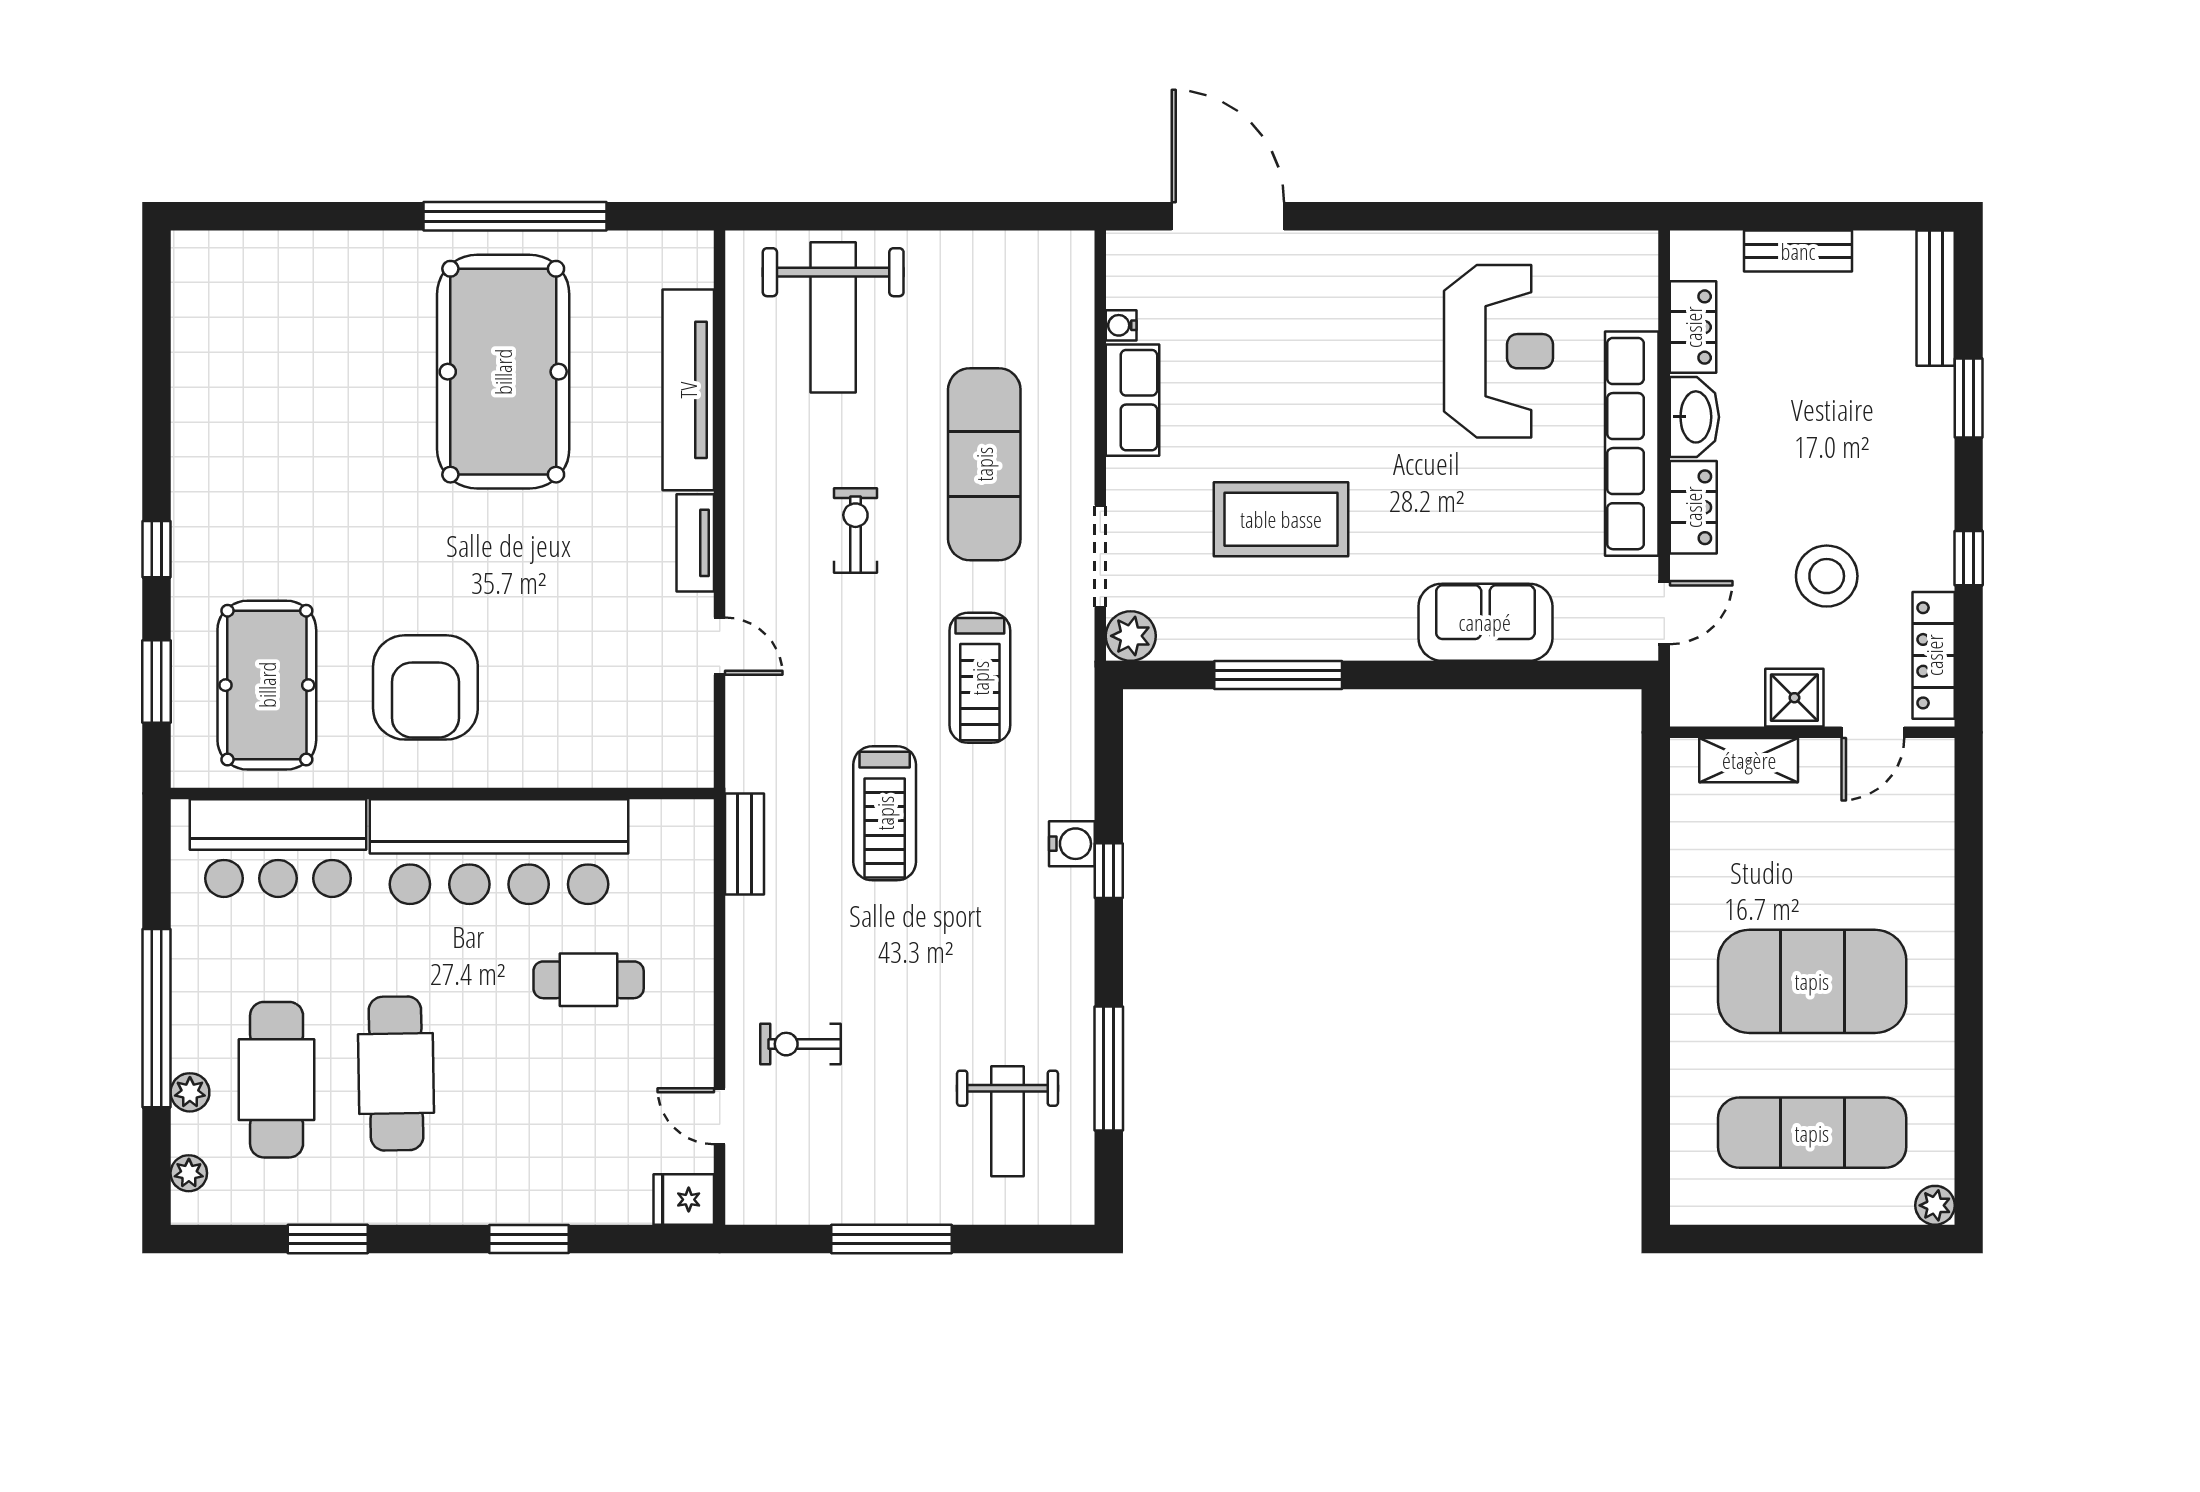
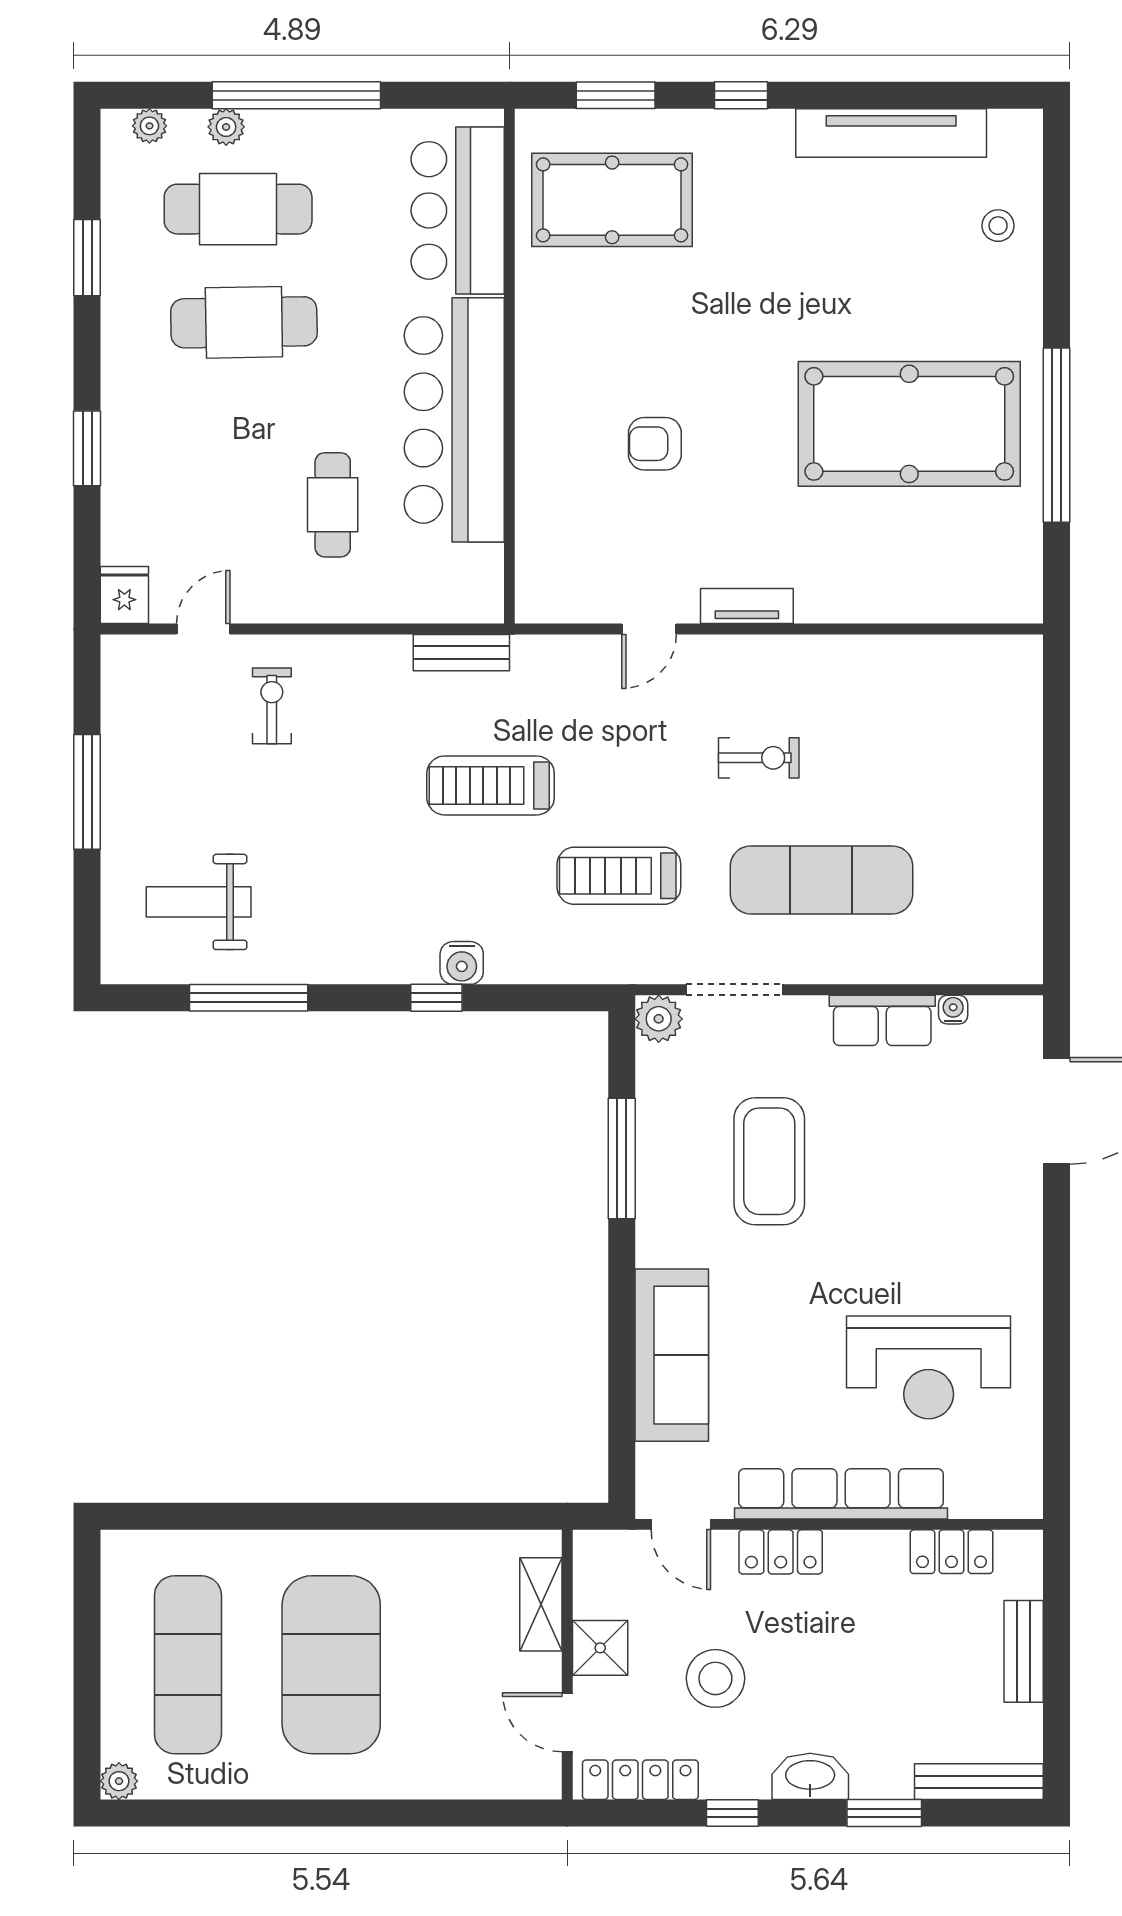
stool: (294, 278) -> (998, 226), added
weight bench: (833, 317) -> (961, 737), removed
tv unit: (688, 390) -> (891, 133), moved, turned 180
washbasin: (1694, 417) -> (810, 1776), moved, turned 180
sofa: (1485, 622) -> (672, 1355), width x1.36
armchair: (425, 687) -> (655, 444), moved, width x0.53, depth x0.53

